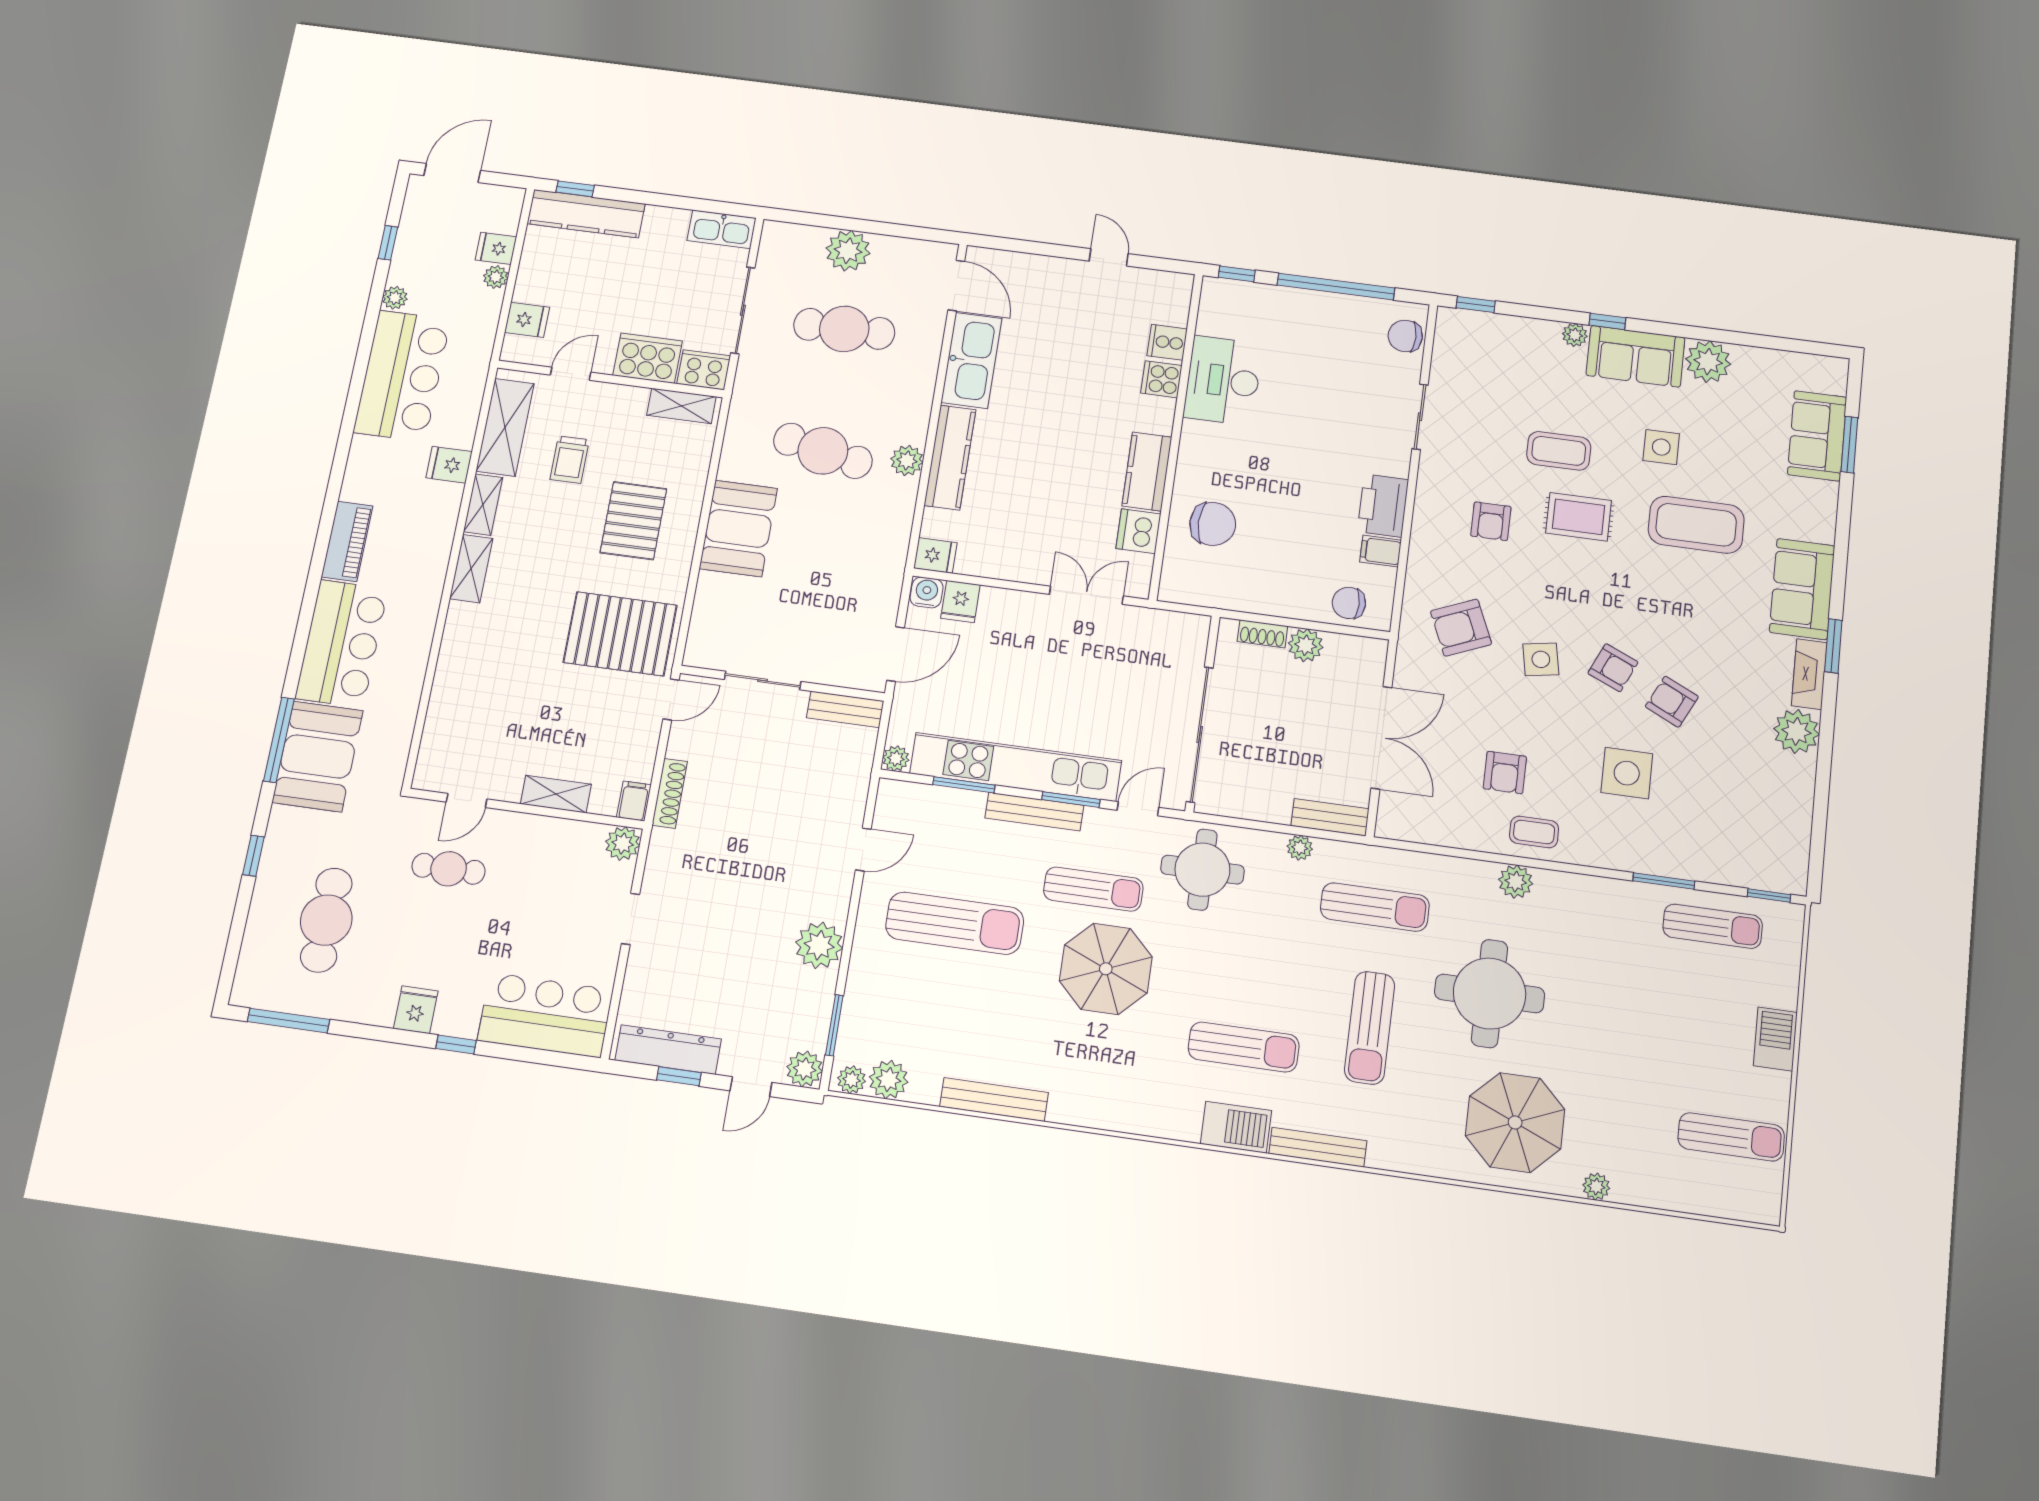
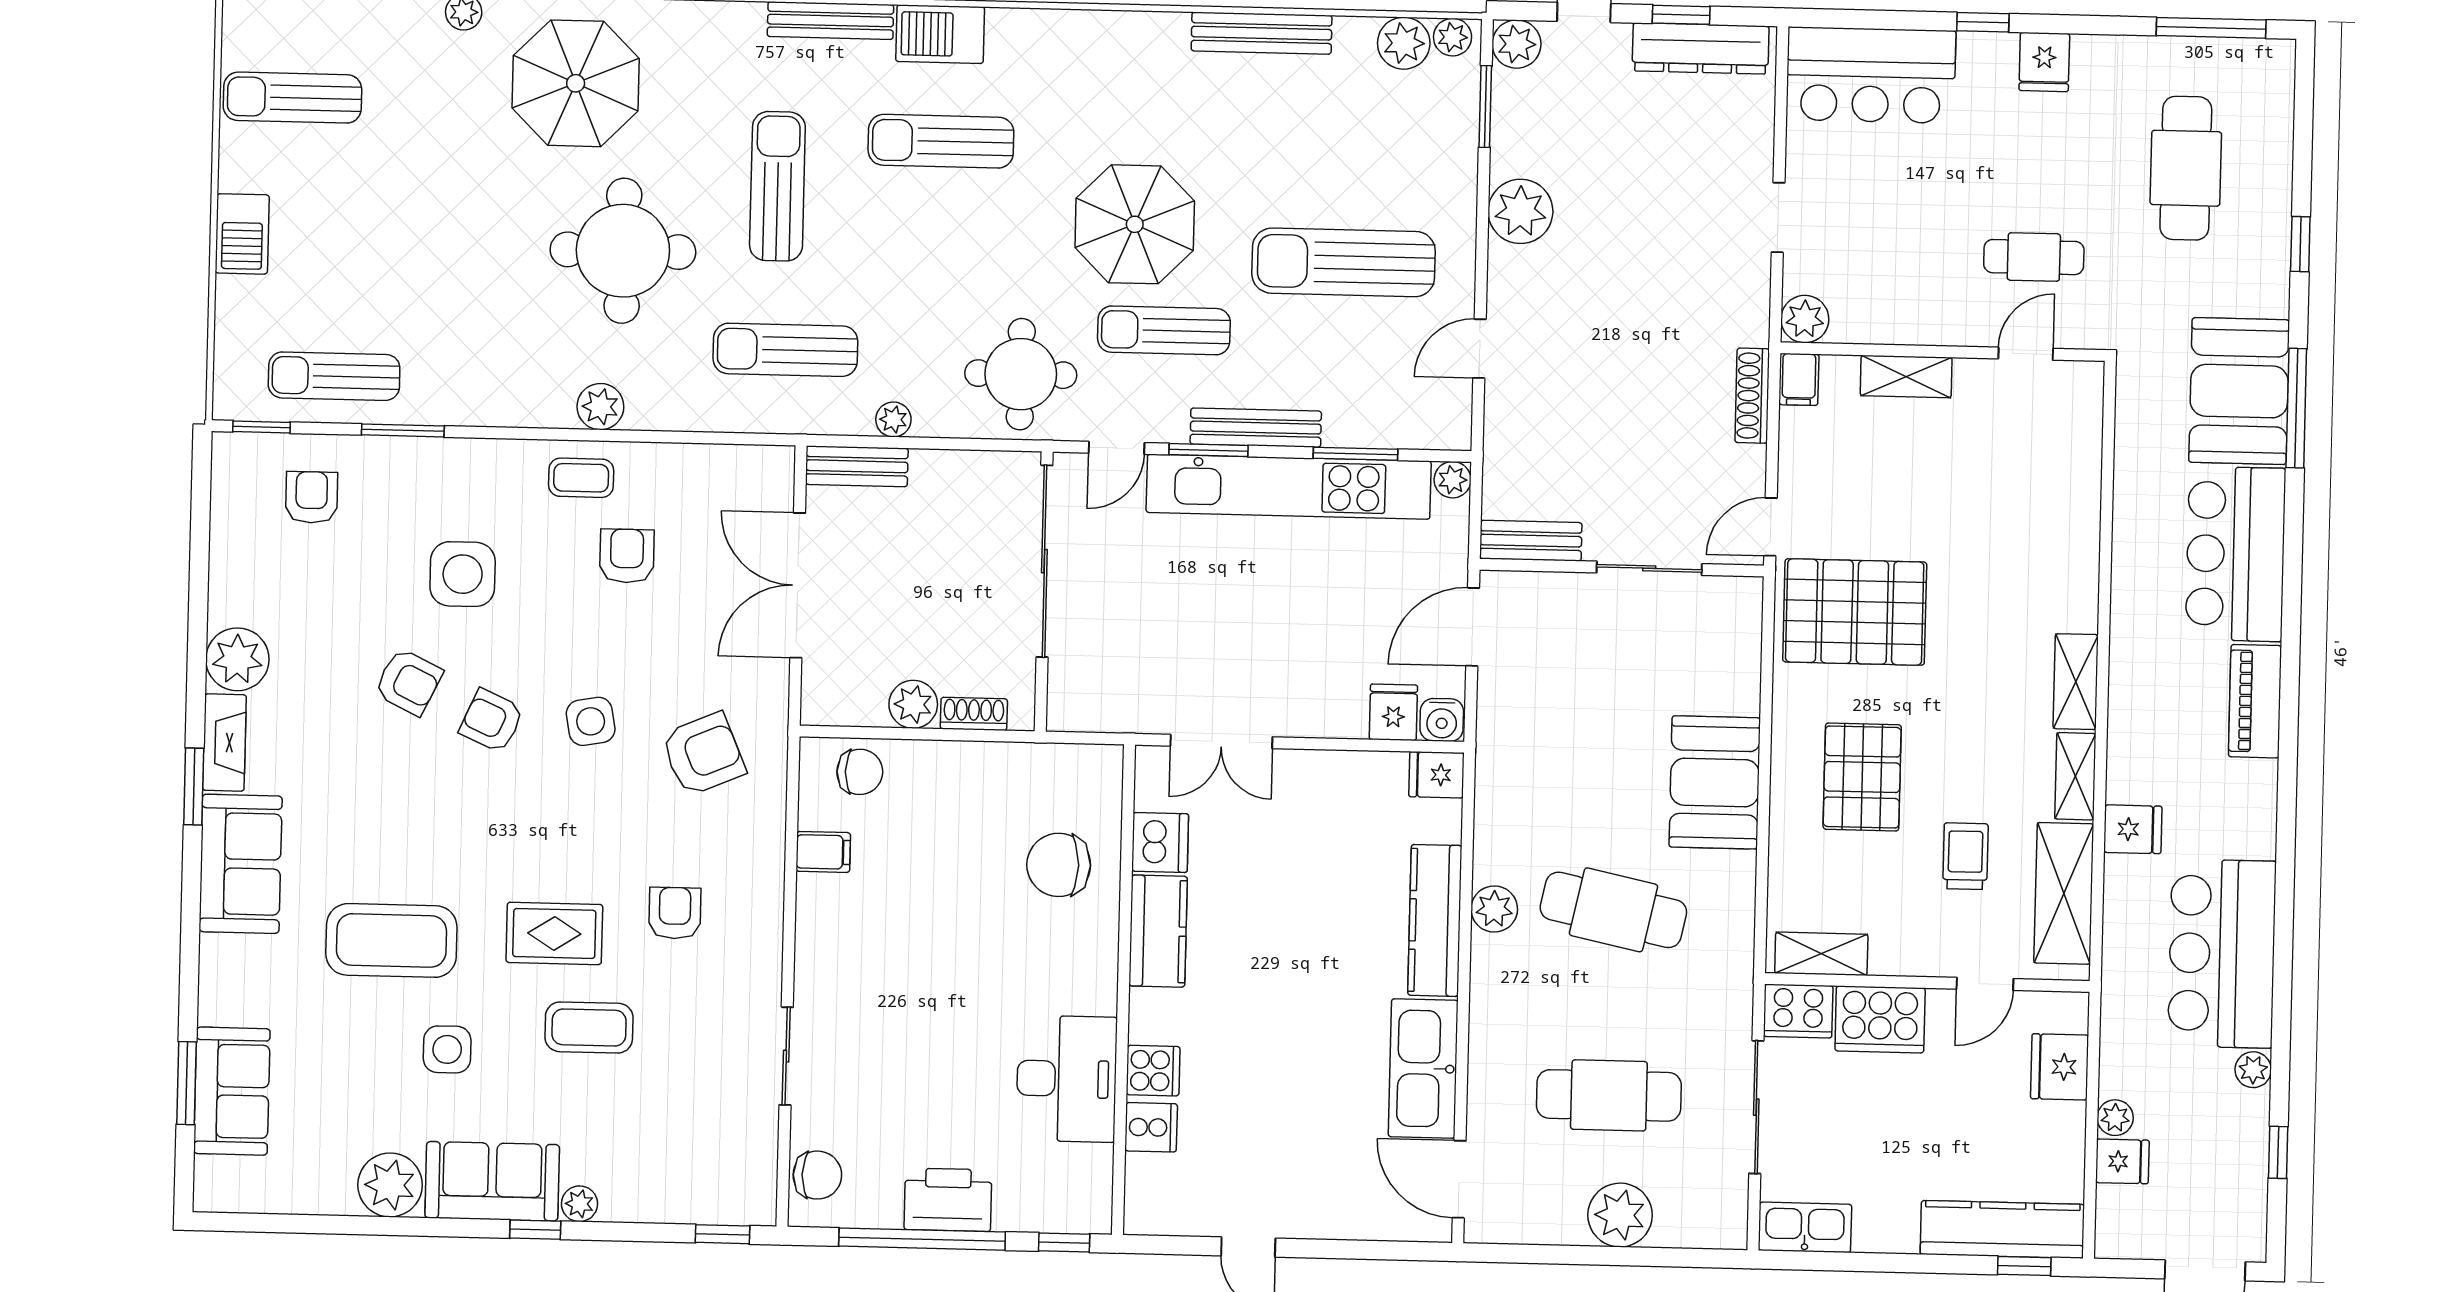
fridge: (527, 320) -> (2060, 1067), width x1.38
printer: (1383, 506) -> (948, 1200), moved, turned -90
armchair: (1735, 841) -> (312, 497), added

